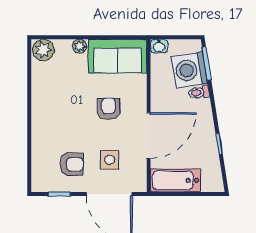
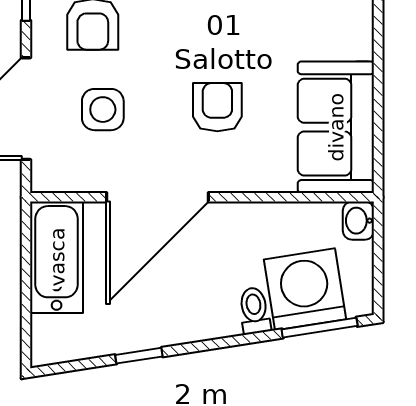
plant: (80, 46) -> (358, 42), removed
armchair: (109, 109) -> (217, 107), turned -90
door: (149, 135) -> (158, 197), hinge flipped

